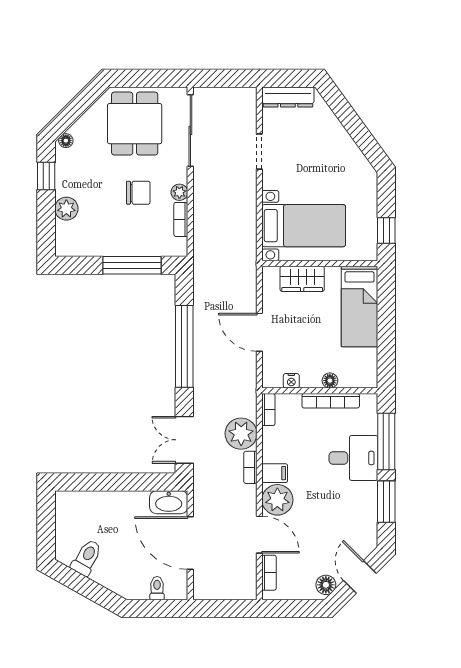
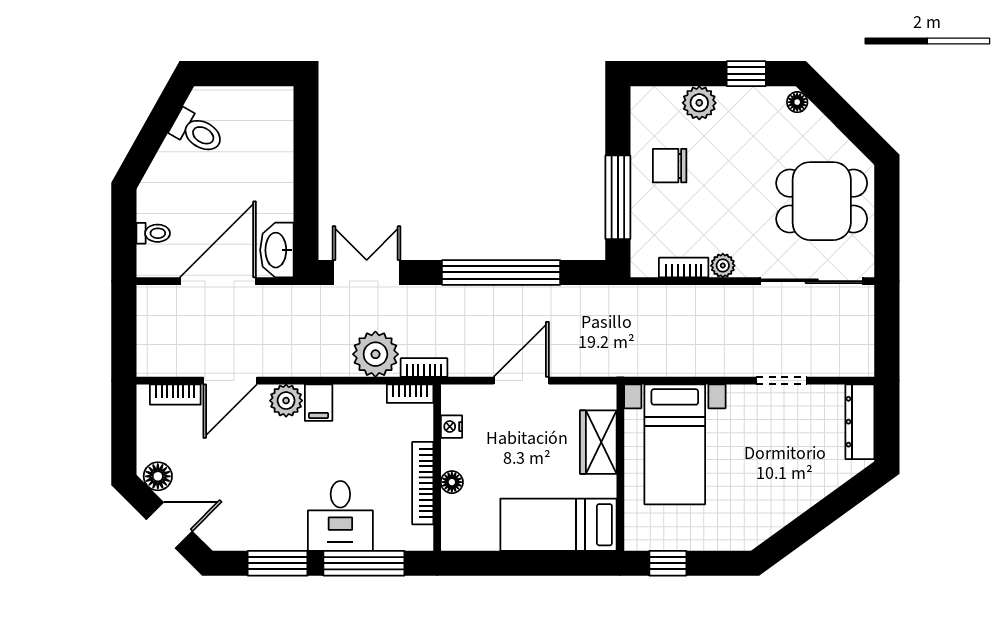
chair: (138, 193) -> (670, 166), moved, turned 90
bookcase: (250, 467) -> (424, 368), moved
plant: (277, 500) -> (286, 401), width x0.73, depth x0.73

